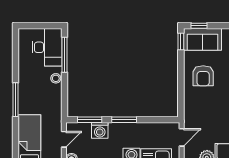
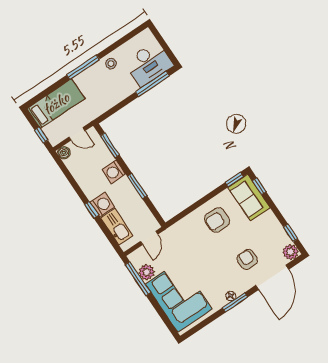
stool: (56, 78) -> (111, 64), moved
window: (124, 120) -> (137, 186), moved
washing machine: (100, 130) -> (114, 172), moved
door: (182, 137) -> (149, 238), hinge flipped

